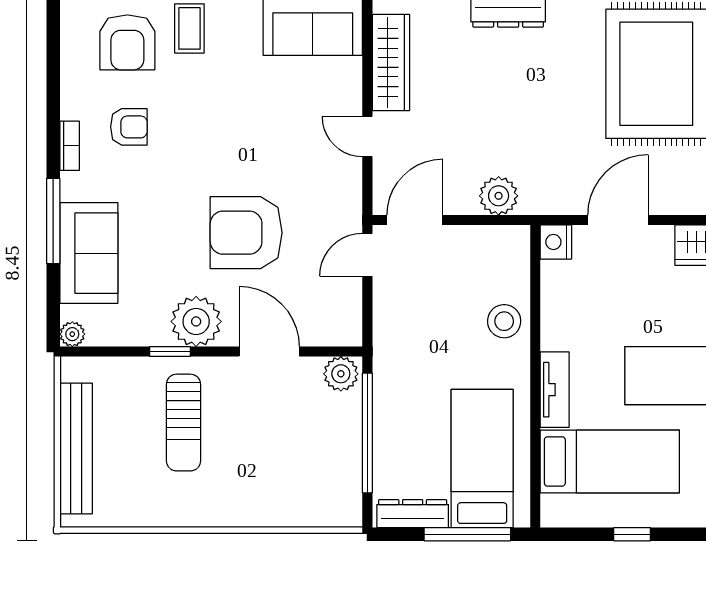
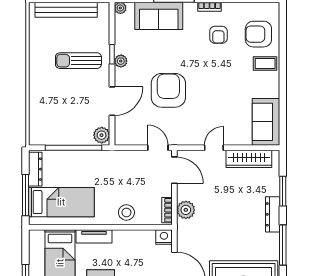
bookcase: (499, 236) -> (167, 210), added
plant: (196, 321) -> (121, 61), width x0.53, depth x0.53

